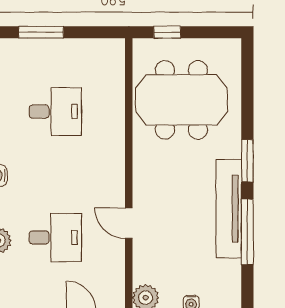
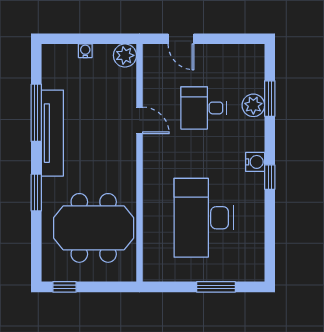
window: (167, 32) -> (65, 287), moved
desk: (55, 112) -> (204, 218), width x1.87, depth x1.30
window: (247, 161) -> (36, 193), moved

